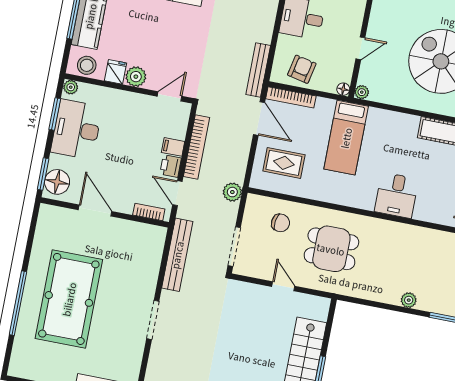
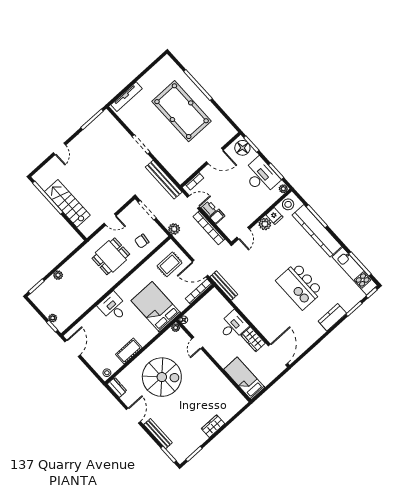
armchair: (302, 69) -> (208, 307), removed
bed: (346, 138) -> (156, 307), width x1.50

